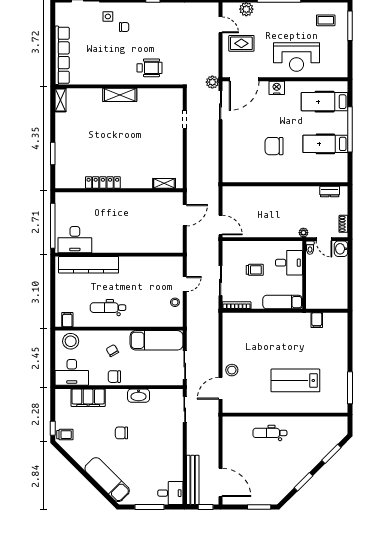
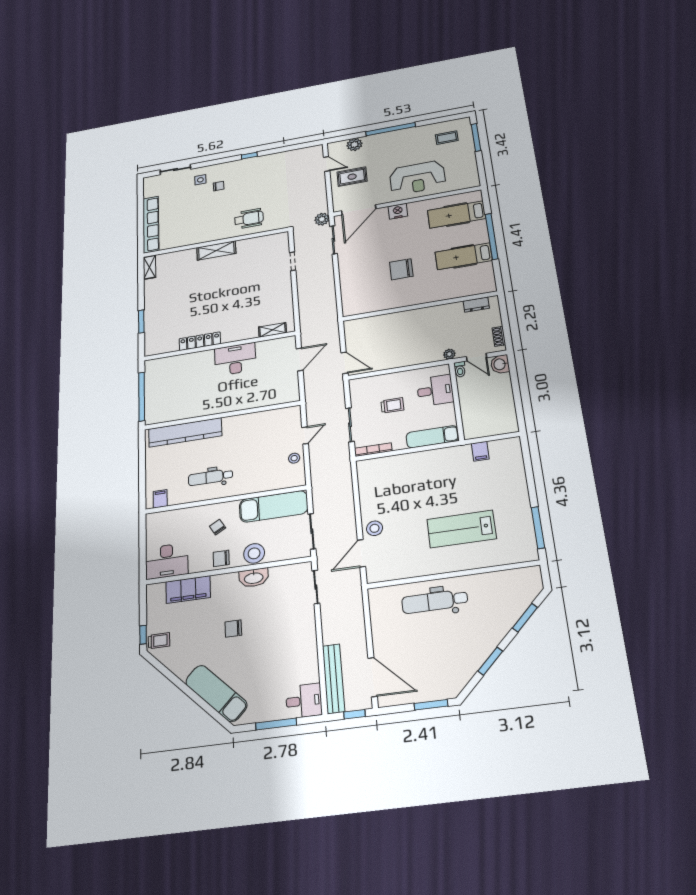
desk: (75, 240) -> (235, 359), moved, turned 180
stool: (71, 341) -> (254, 553), moved
dental chair: (270, 433) -> (435, 601), width x1.36, depth x1.38

